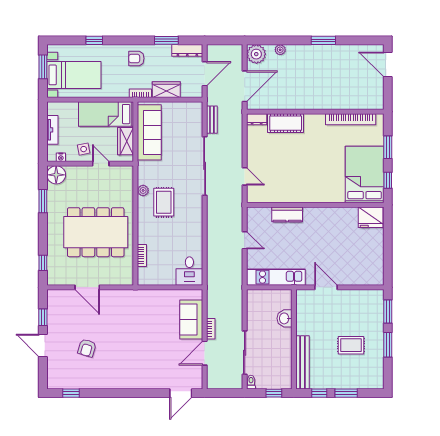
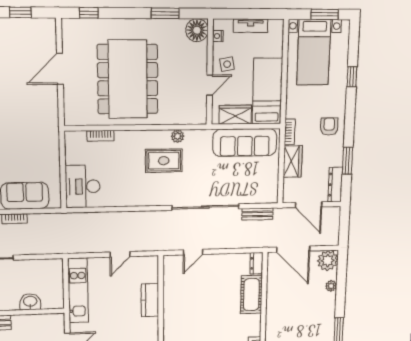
desk: (189, 271) -> (83, 186), width x1.37

